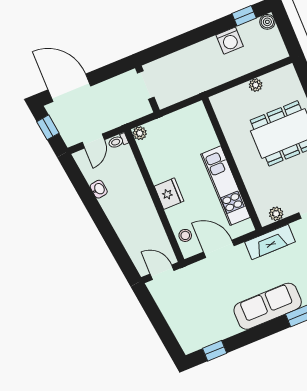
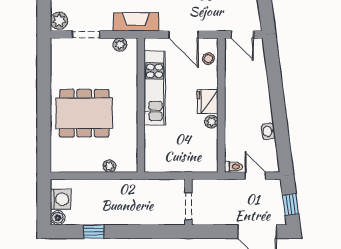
window: (244, 16) -> (94, 232), moved
washing machine: (230, 41) -> (61, 199), moved, turned 90
plant: (256, 85) -> (110, 166), moved
plant: (140, 133) -> (211, 122), moved
door: (93, 141) -> (255, 176), hinge flipped

